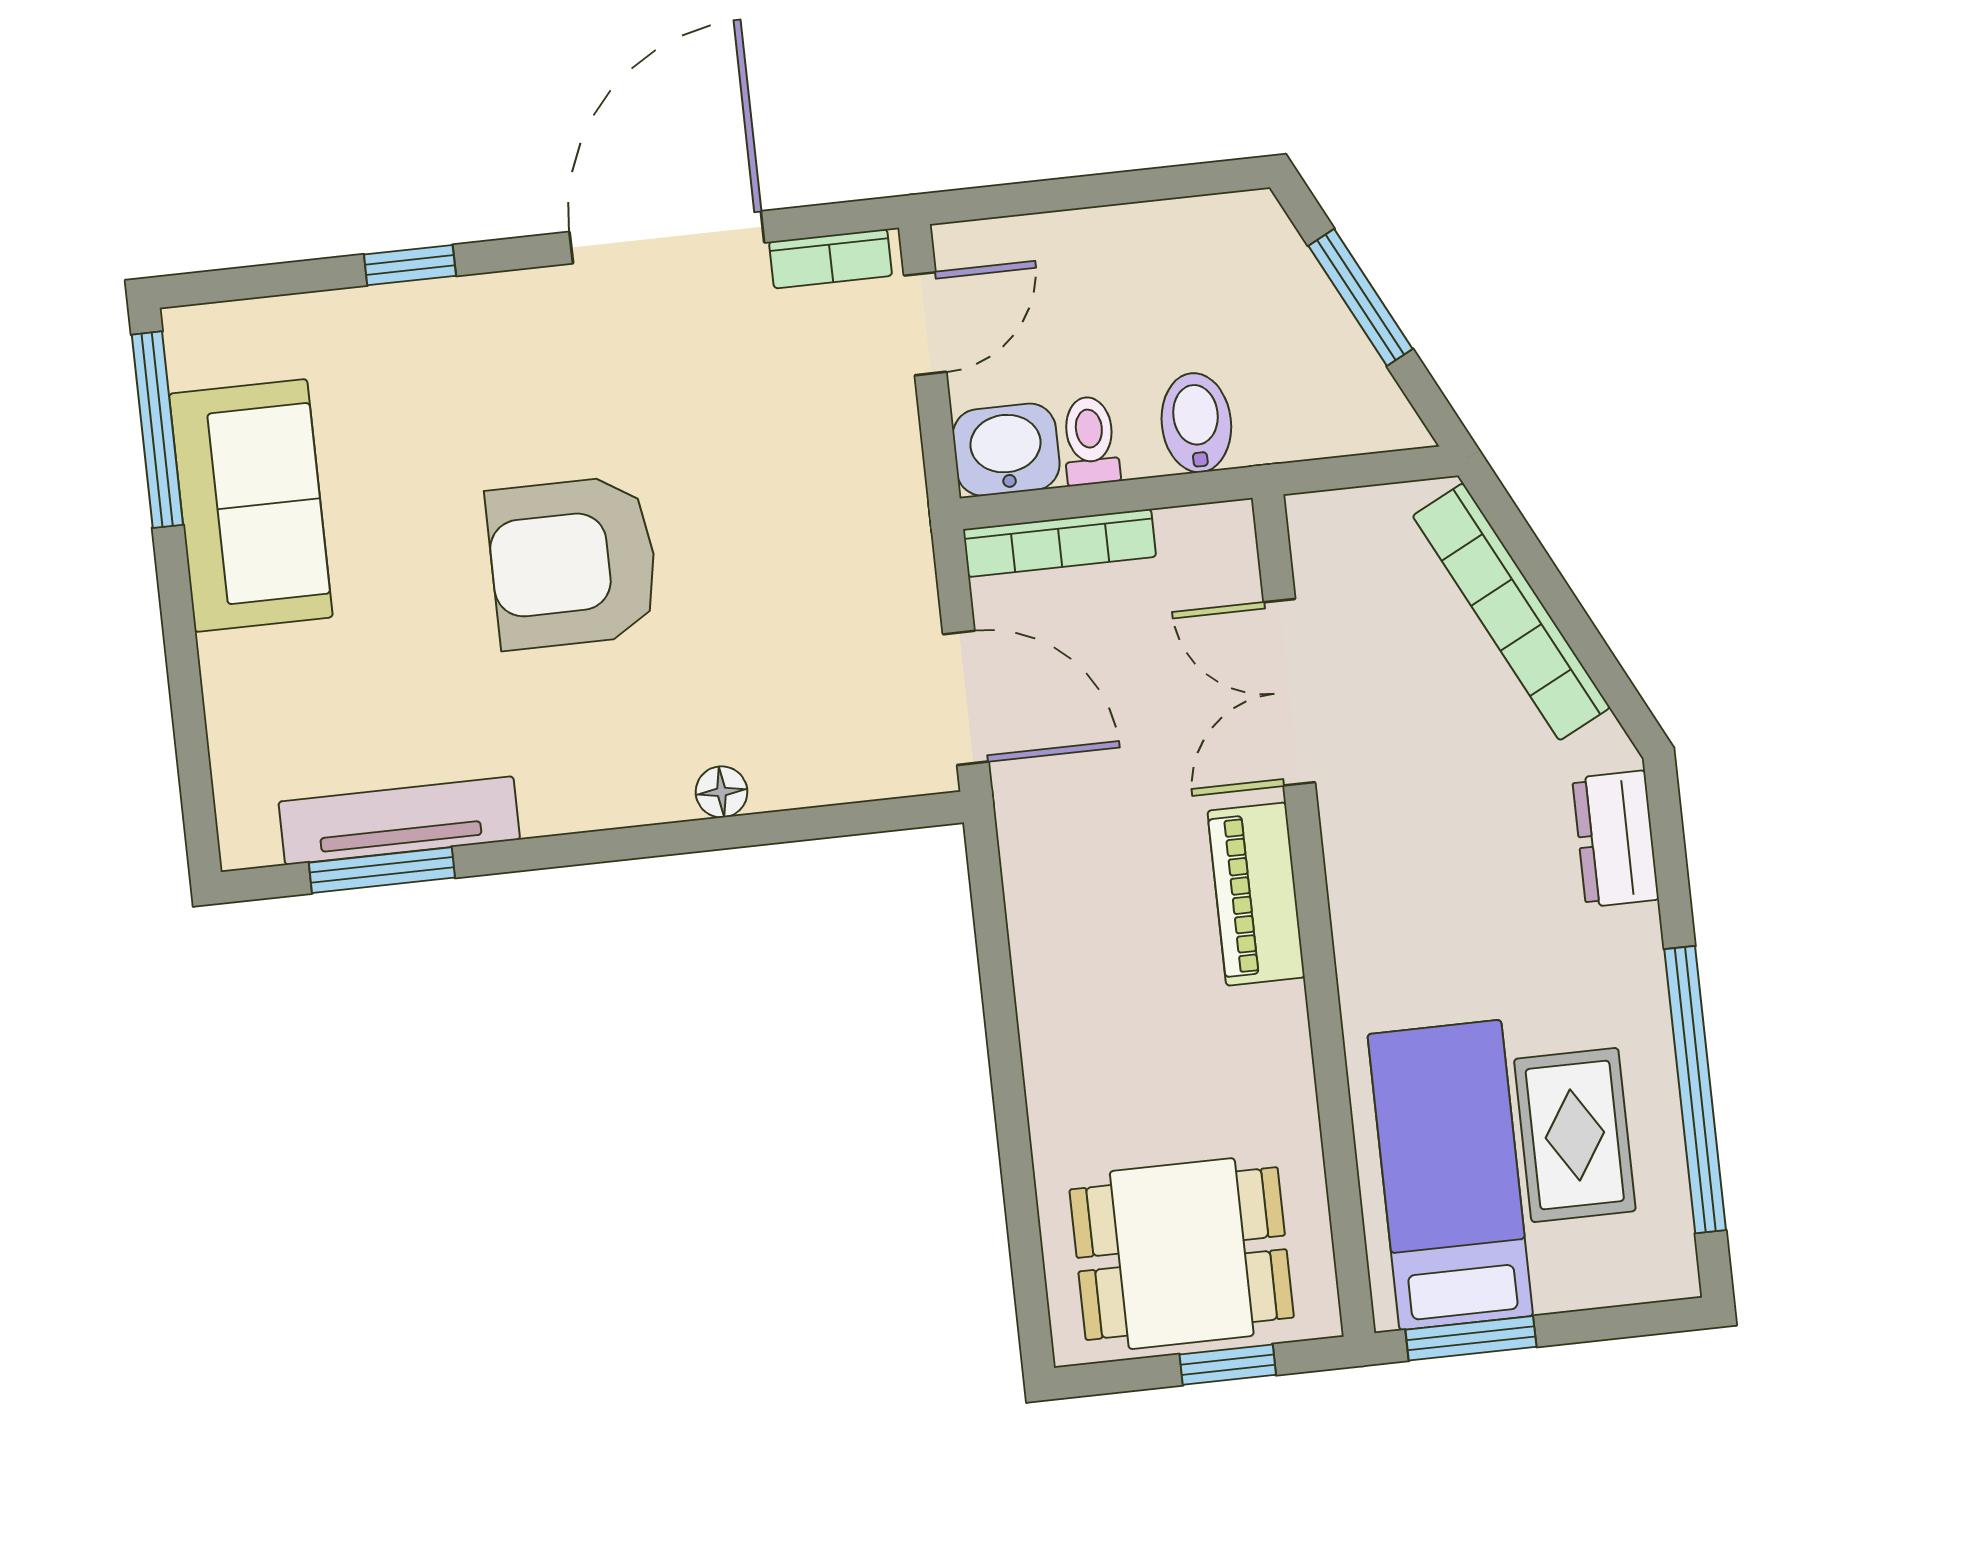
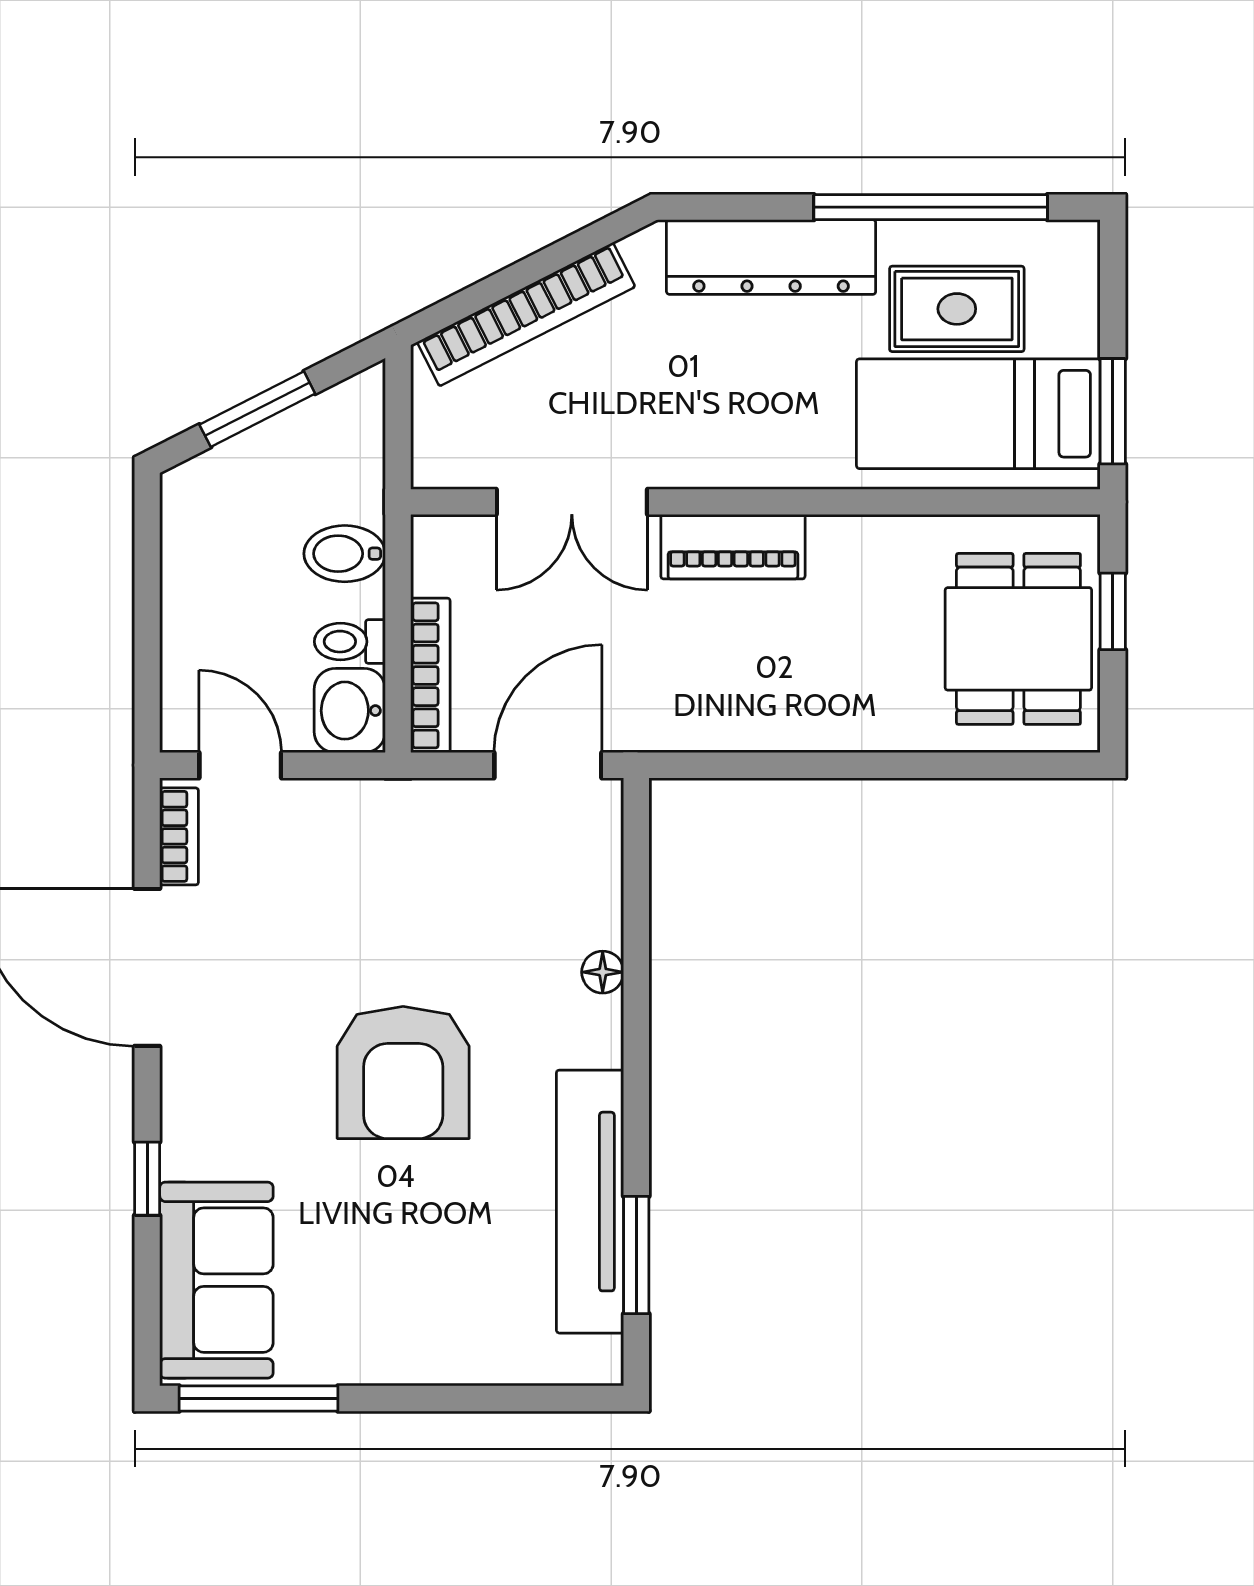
sofa: (251, 505) -> (216, 1280), moved, turned 90
tv unit: (399, 821) -> (590, 1202), width x1.36, depth x1.29
dresser: (1616, 839) -> (771, 257), width x1.96, depth x1.24

